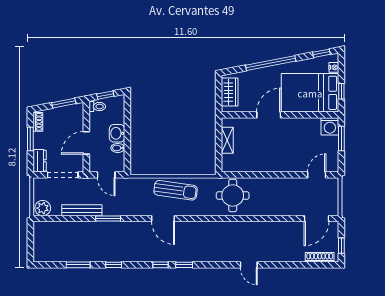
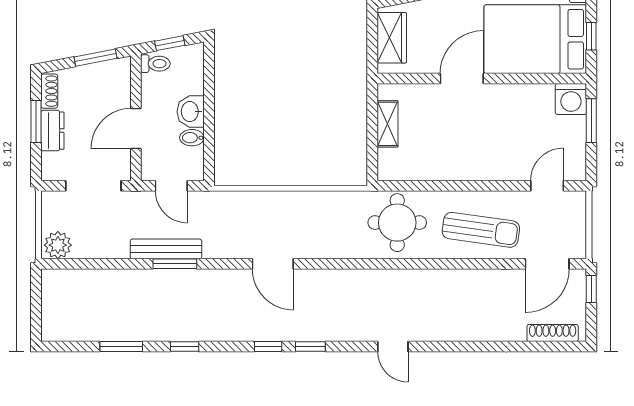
dresser: (40, 161) -> (52, 131), moved
sun lounger: (176, 190) -> (481, 230), moved
bench: (82, 210) -> (166, 249), moved
window: (341, 246) -> (591, 289), moved
door: (249, 265) -> (393, 347), moved

